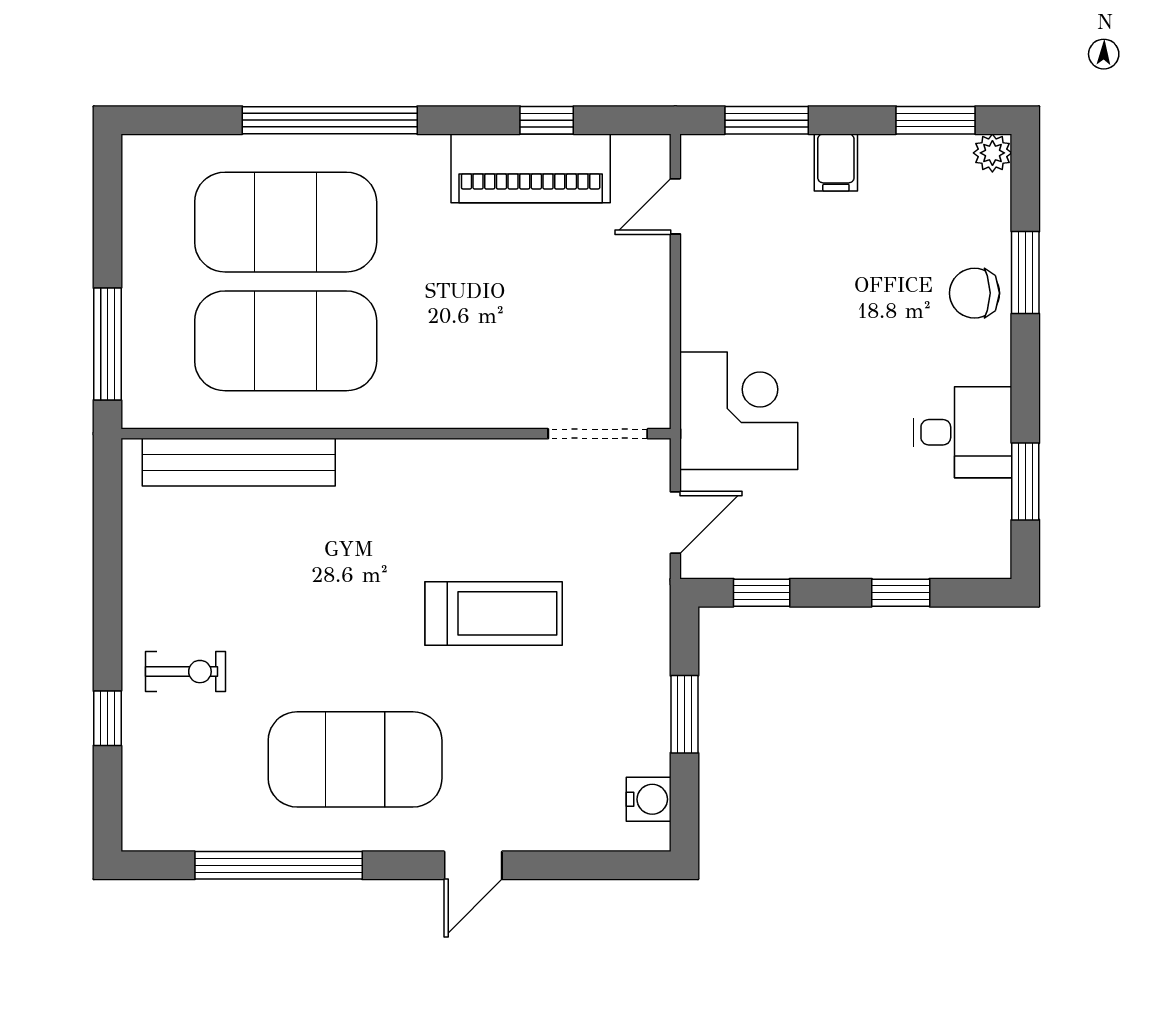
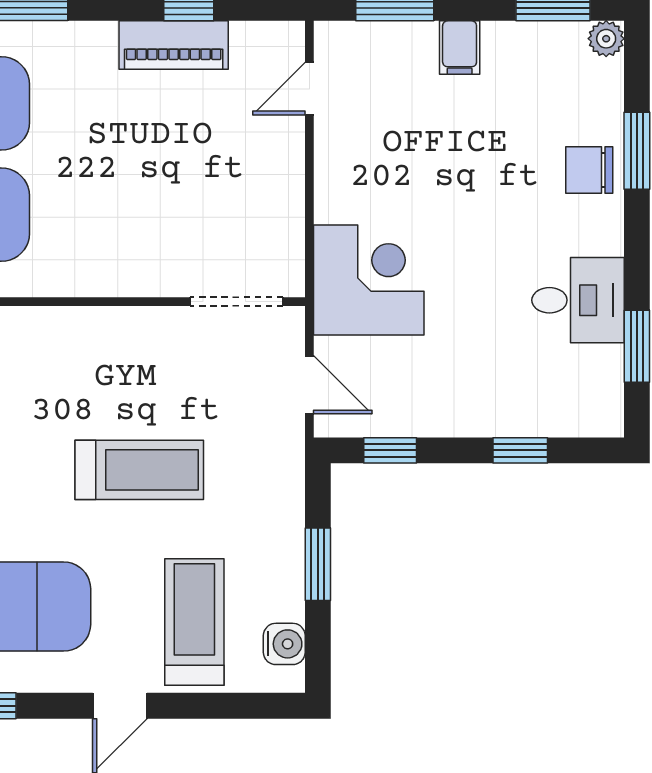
piano: (531, 168) -> (174, 45), width x0.73, depth x0.75
door: (675, 523) -> (309, 385), hinge flipped
treadmill: (553, 776) -> (194, 622), added

